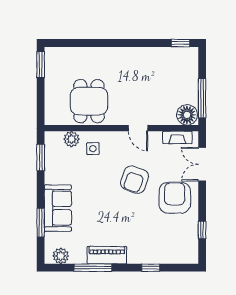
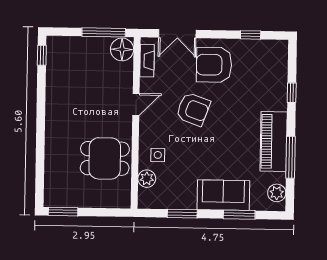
window: (41, 157) -> (182, 214), moved
piano: (107, 255) -> (274, 141), width x1.37, depth x1.33

